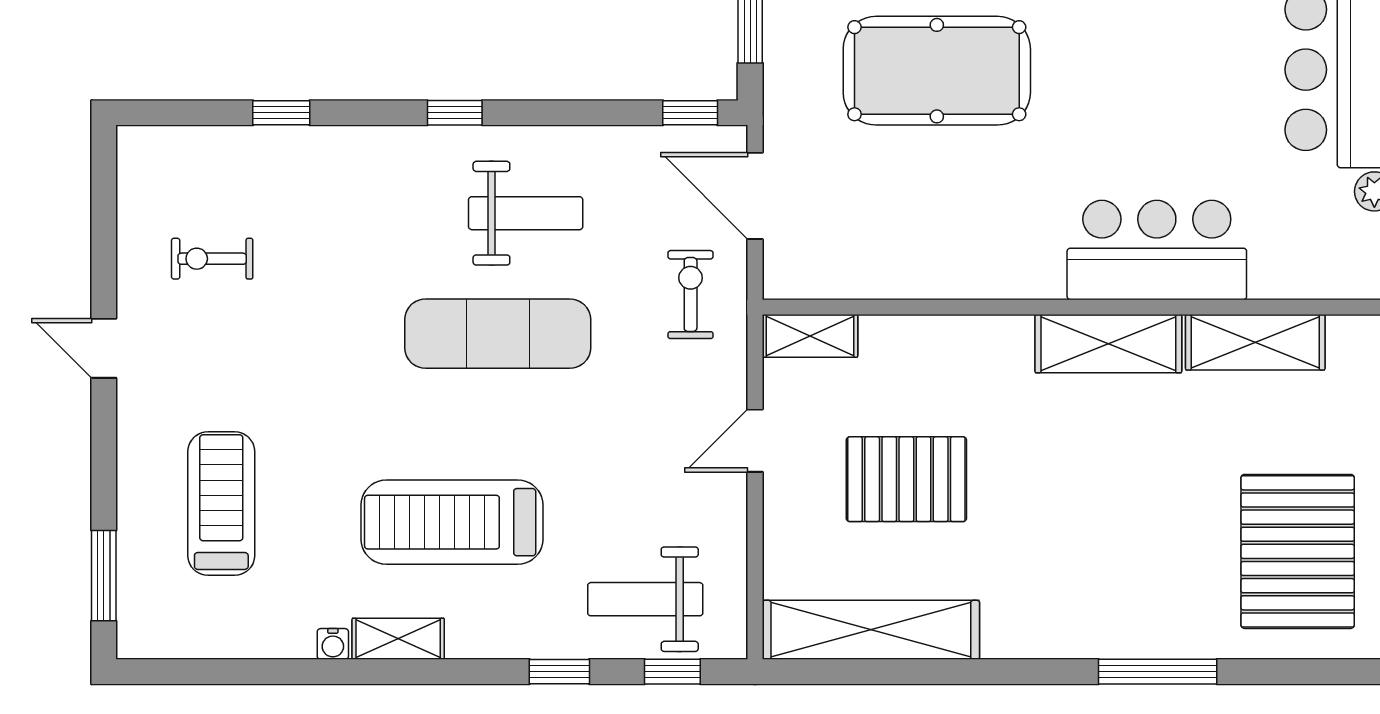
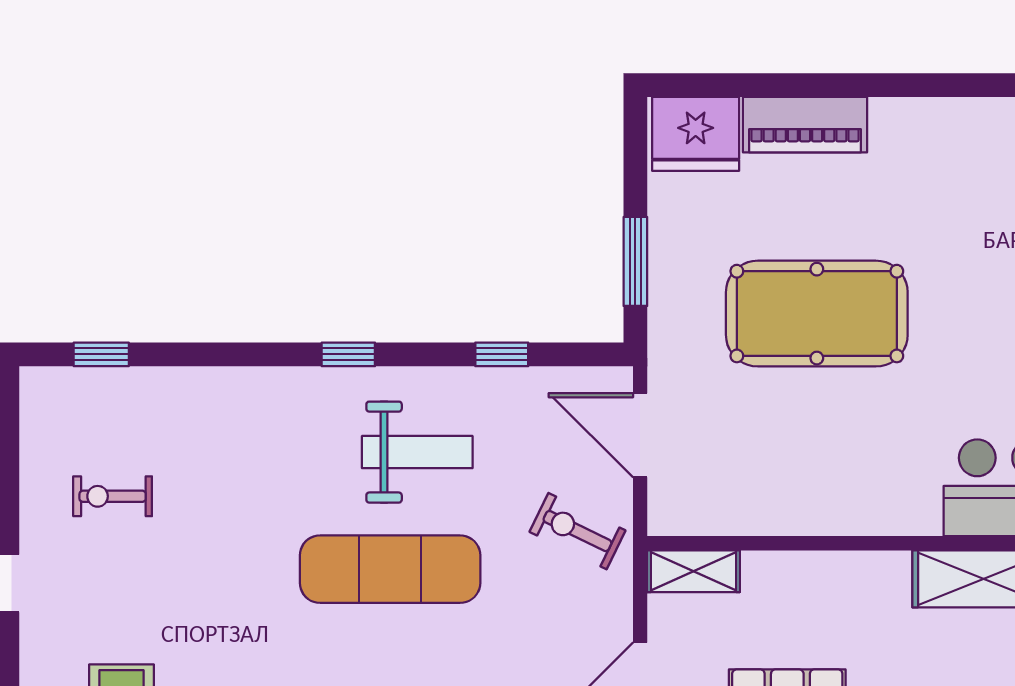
window: (281, 113) -> (101, 354), moved
window: (690, 113) -> (502, 354), moved
exercise bike: (691, 295) -> (577, 531), turned -64

